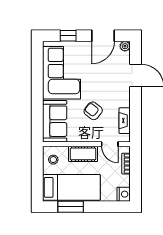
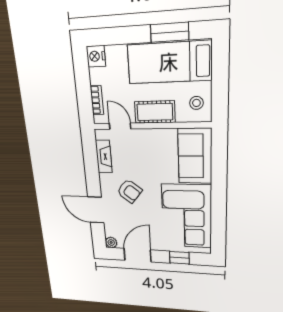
armchair: (93, 111) -> (129, 191), moved

